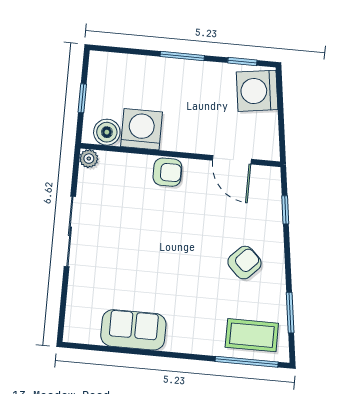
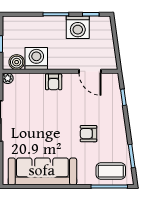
washing machine: (257, 91) -> (78, 27), moved, turned -82
armchair: (167, 172) -> (54, 82), turned 90
armchair: (244, 263) -> (89, 134), moved, turned -134
sofa: (133, 330) -> (42, 171), width x1.85, depth x1.27

